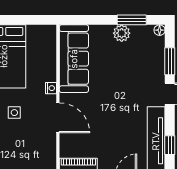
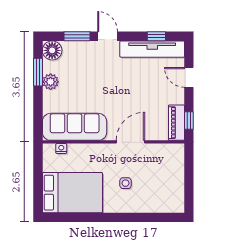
floor lamp: (160, 30) -> (52, 50), width x1.89, depth x1.89
nightstand: (51, 88) -> (61, 148), moved

